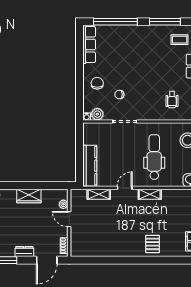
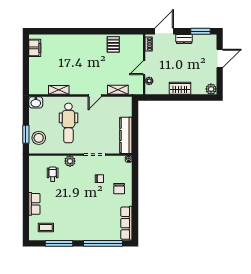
plant: (97, 114) -> (70, 161), moved
kitchen counter: (90, 166) -> (126, 135), moved
shelving: (150, 194) -> (59, 90), moved
door: (69, 219) -> (144, 68), swing flipped
pallet: (152, 244) -> (113, 44), moved

